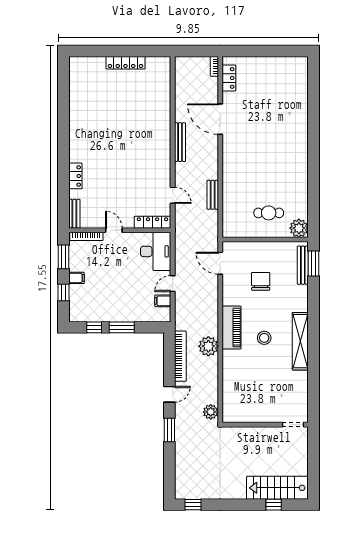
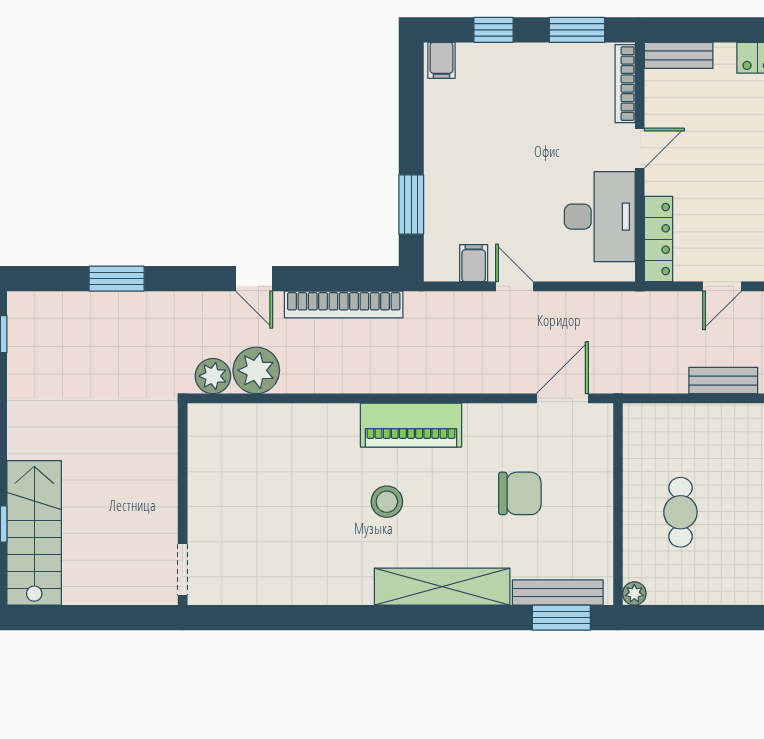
plant: (299, 228) -> (634, 593), width x0.53, depth x0.53
desk: (156, 251) -> (600, 217), moved, turned -90
filing cabinet: (76, 278) -> (441, 60), moved
window: (94, 327) -> (411, 102), removed
window: (122, 327) -> (411, 205), moved
shelving: (300, 341) -> (442, 587), moved
plant: (208, 346) -> (256, 370), moved
window: (169, 430) -> (117, 279), moved

